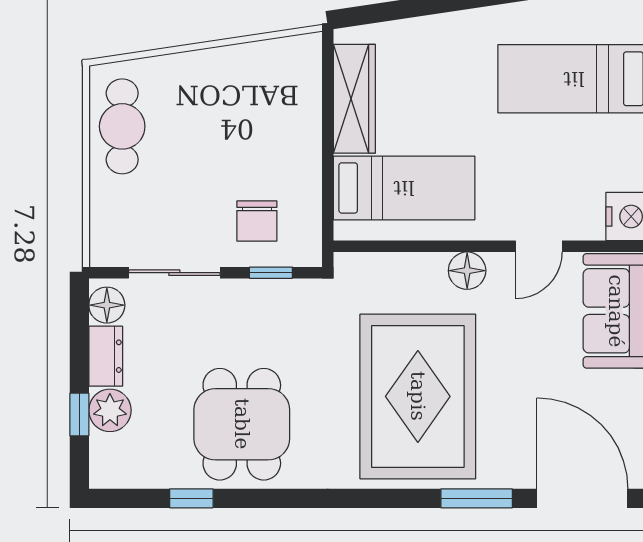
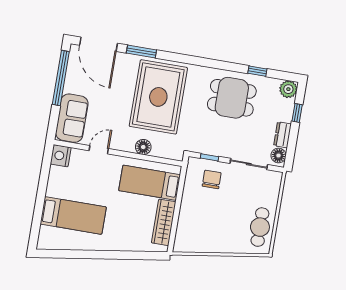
floor lamp: (467, 271) -> (143, 147), moved
plant: (110, 410) -> (288, 89), moved
dining table: (242, 424) -> (232, 98), turned 90

